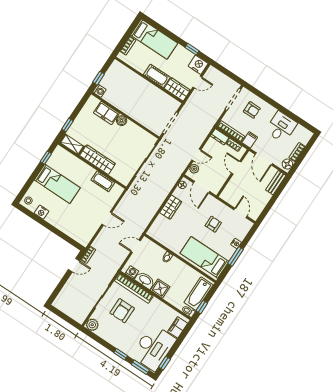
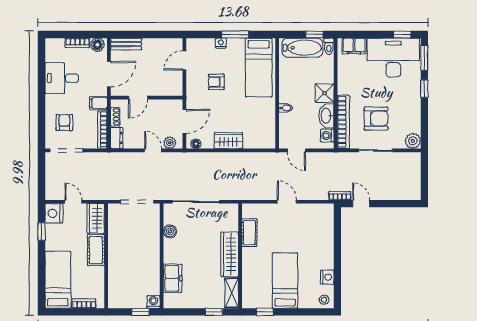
boiler: (122, 121) -> (170, 232), moved

